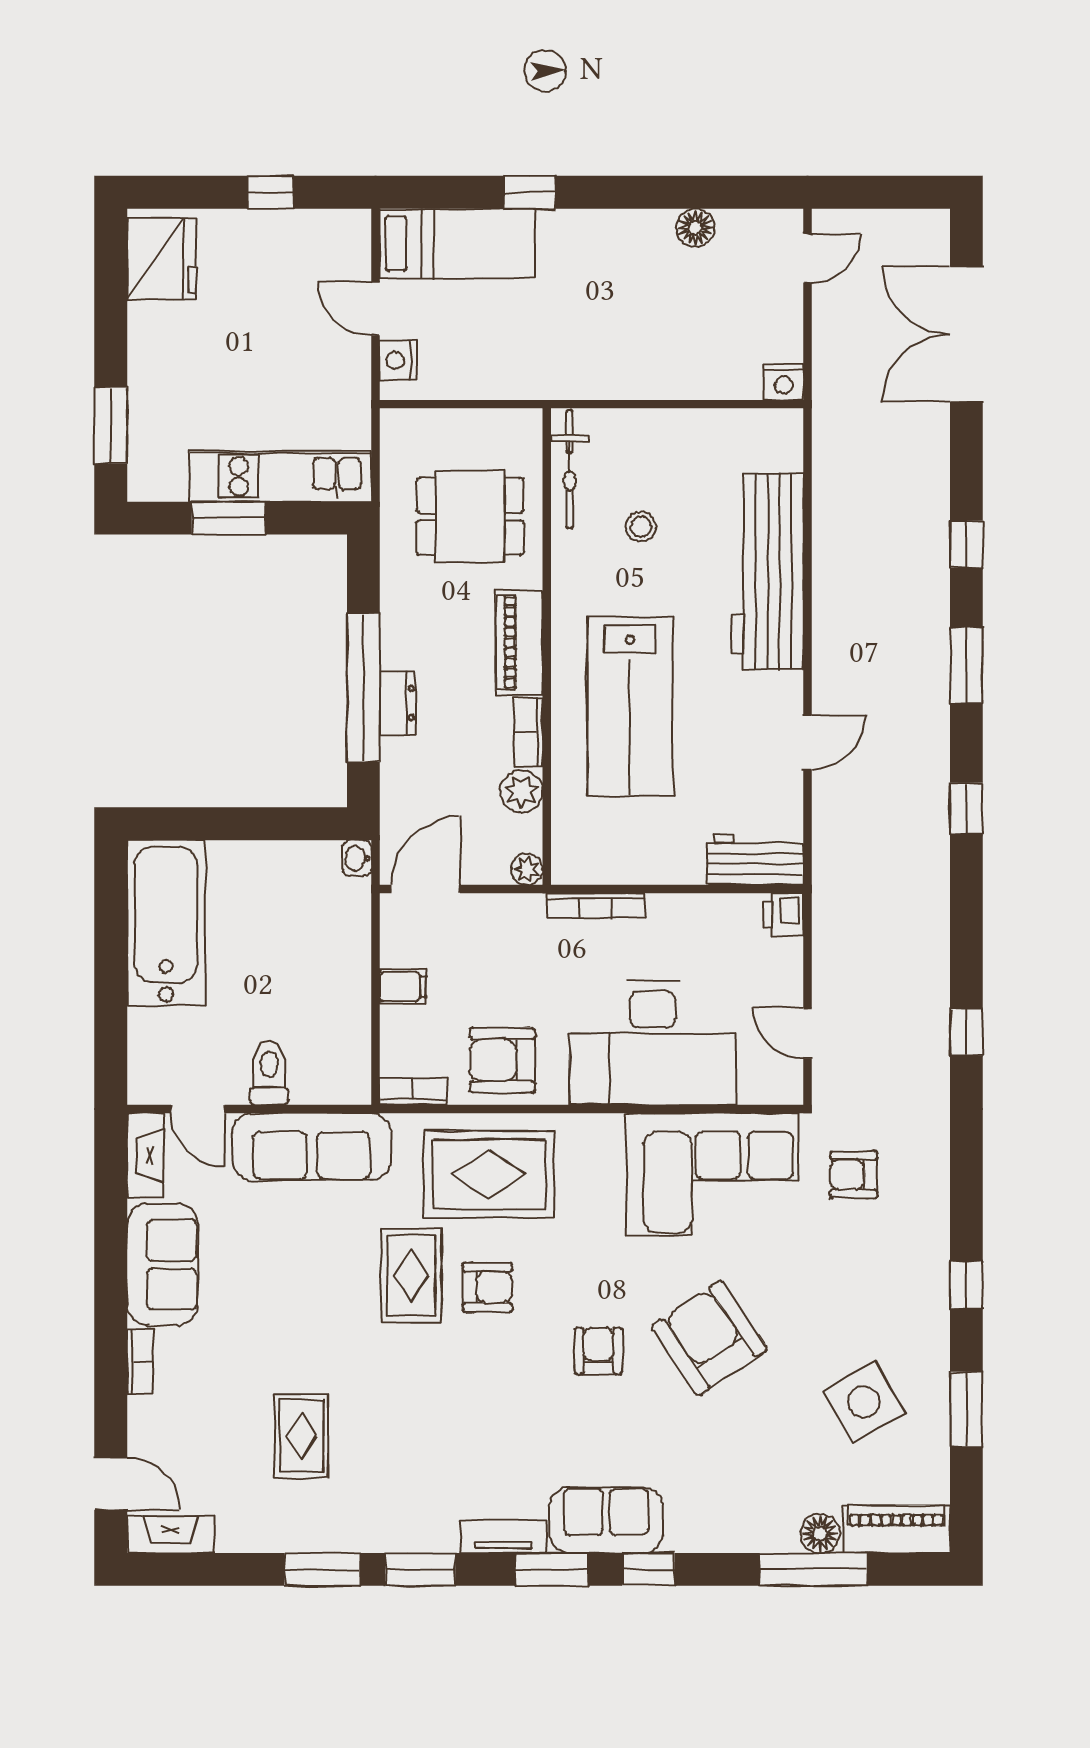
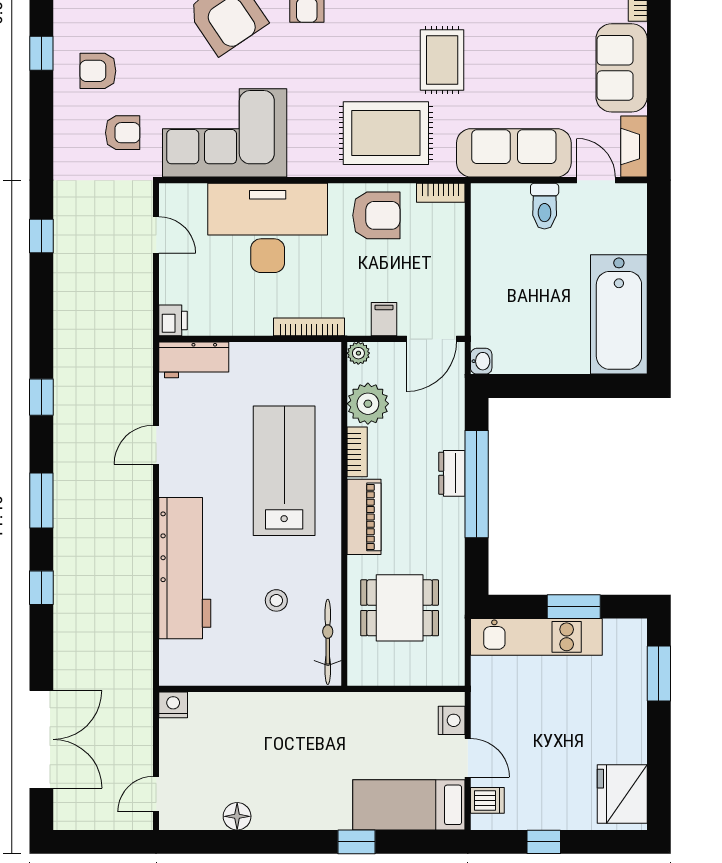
dishwasher: (348, 250) -> (487, 800), added
plant: (521, 792) -> (368, 404), width x1.36, depth x1.36
filing cabinet: (403, 987) -> (384, 319), moved, turned 90
armchair: (487, 1287) -> (98, 71), moved

